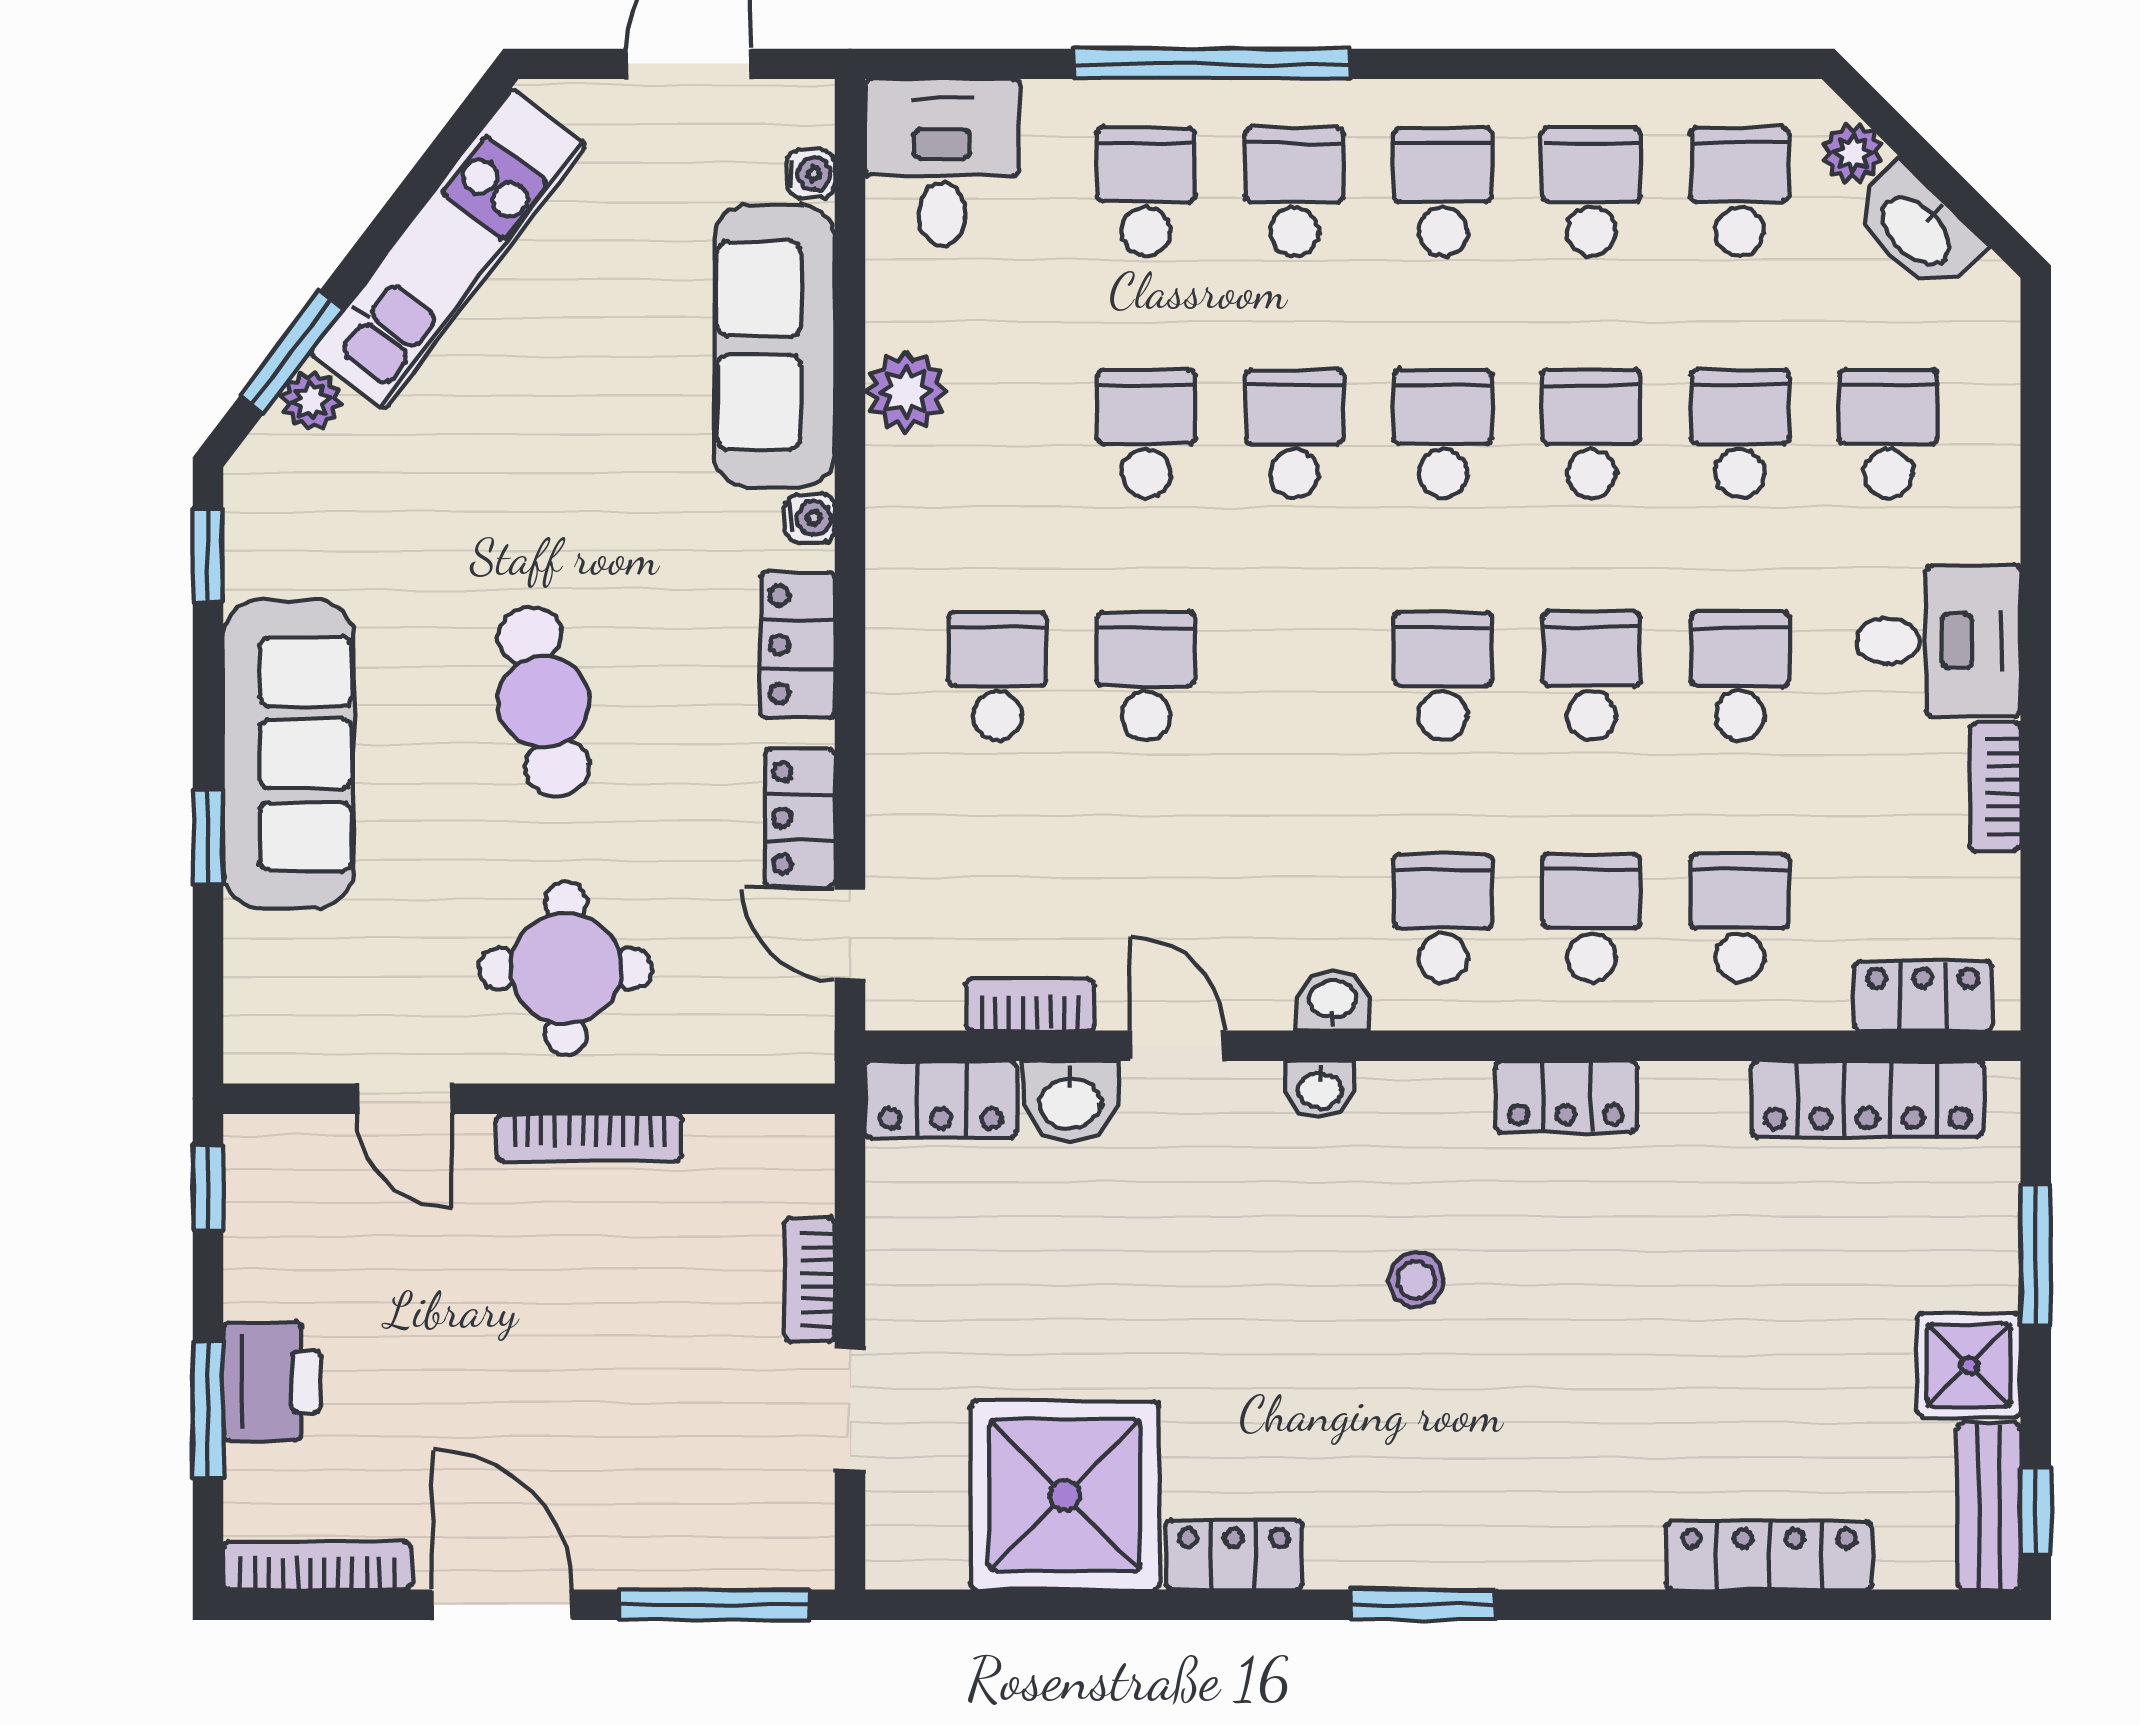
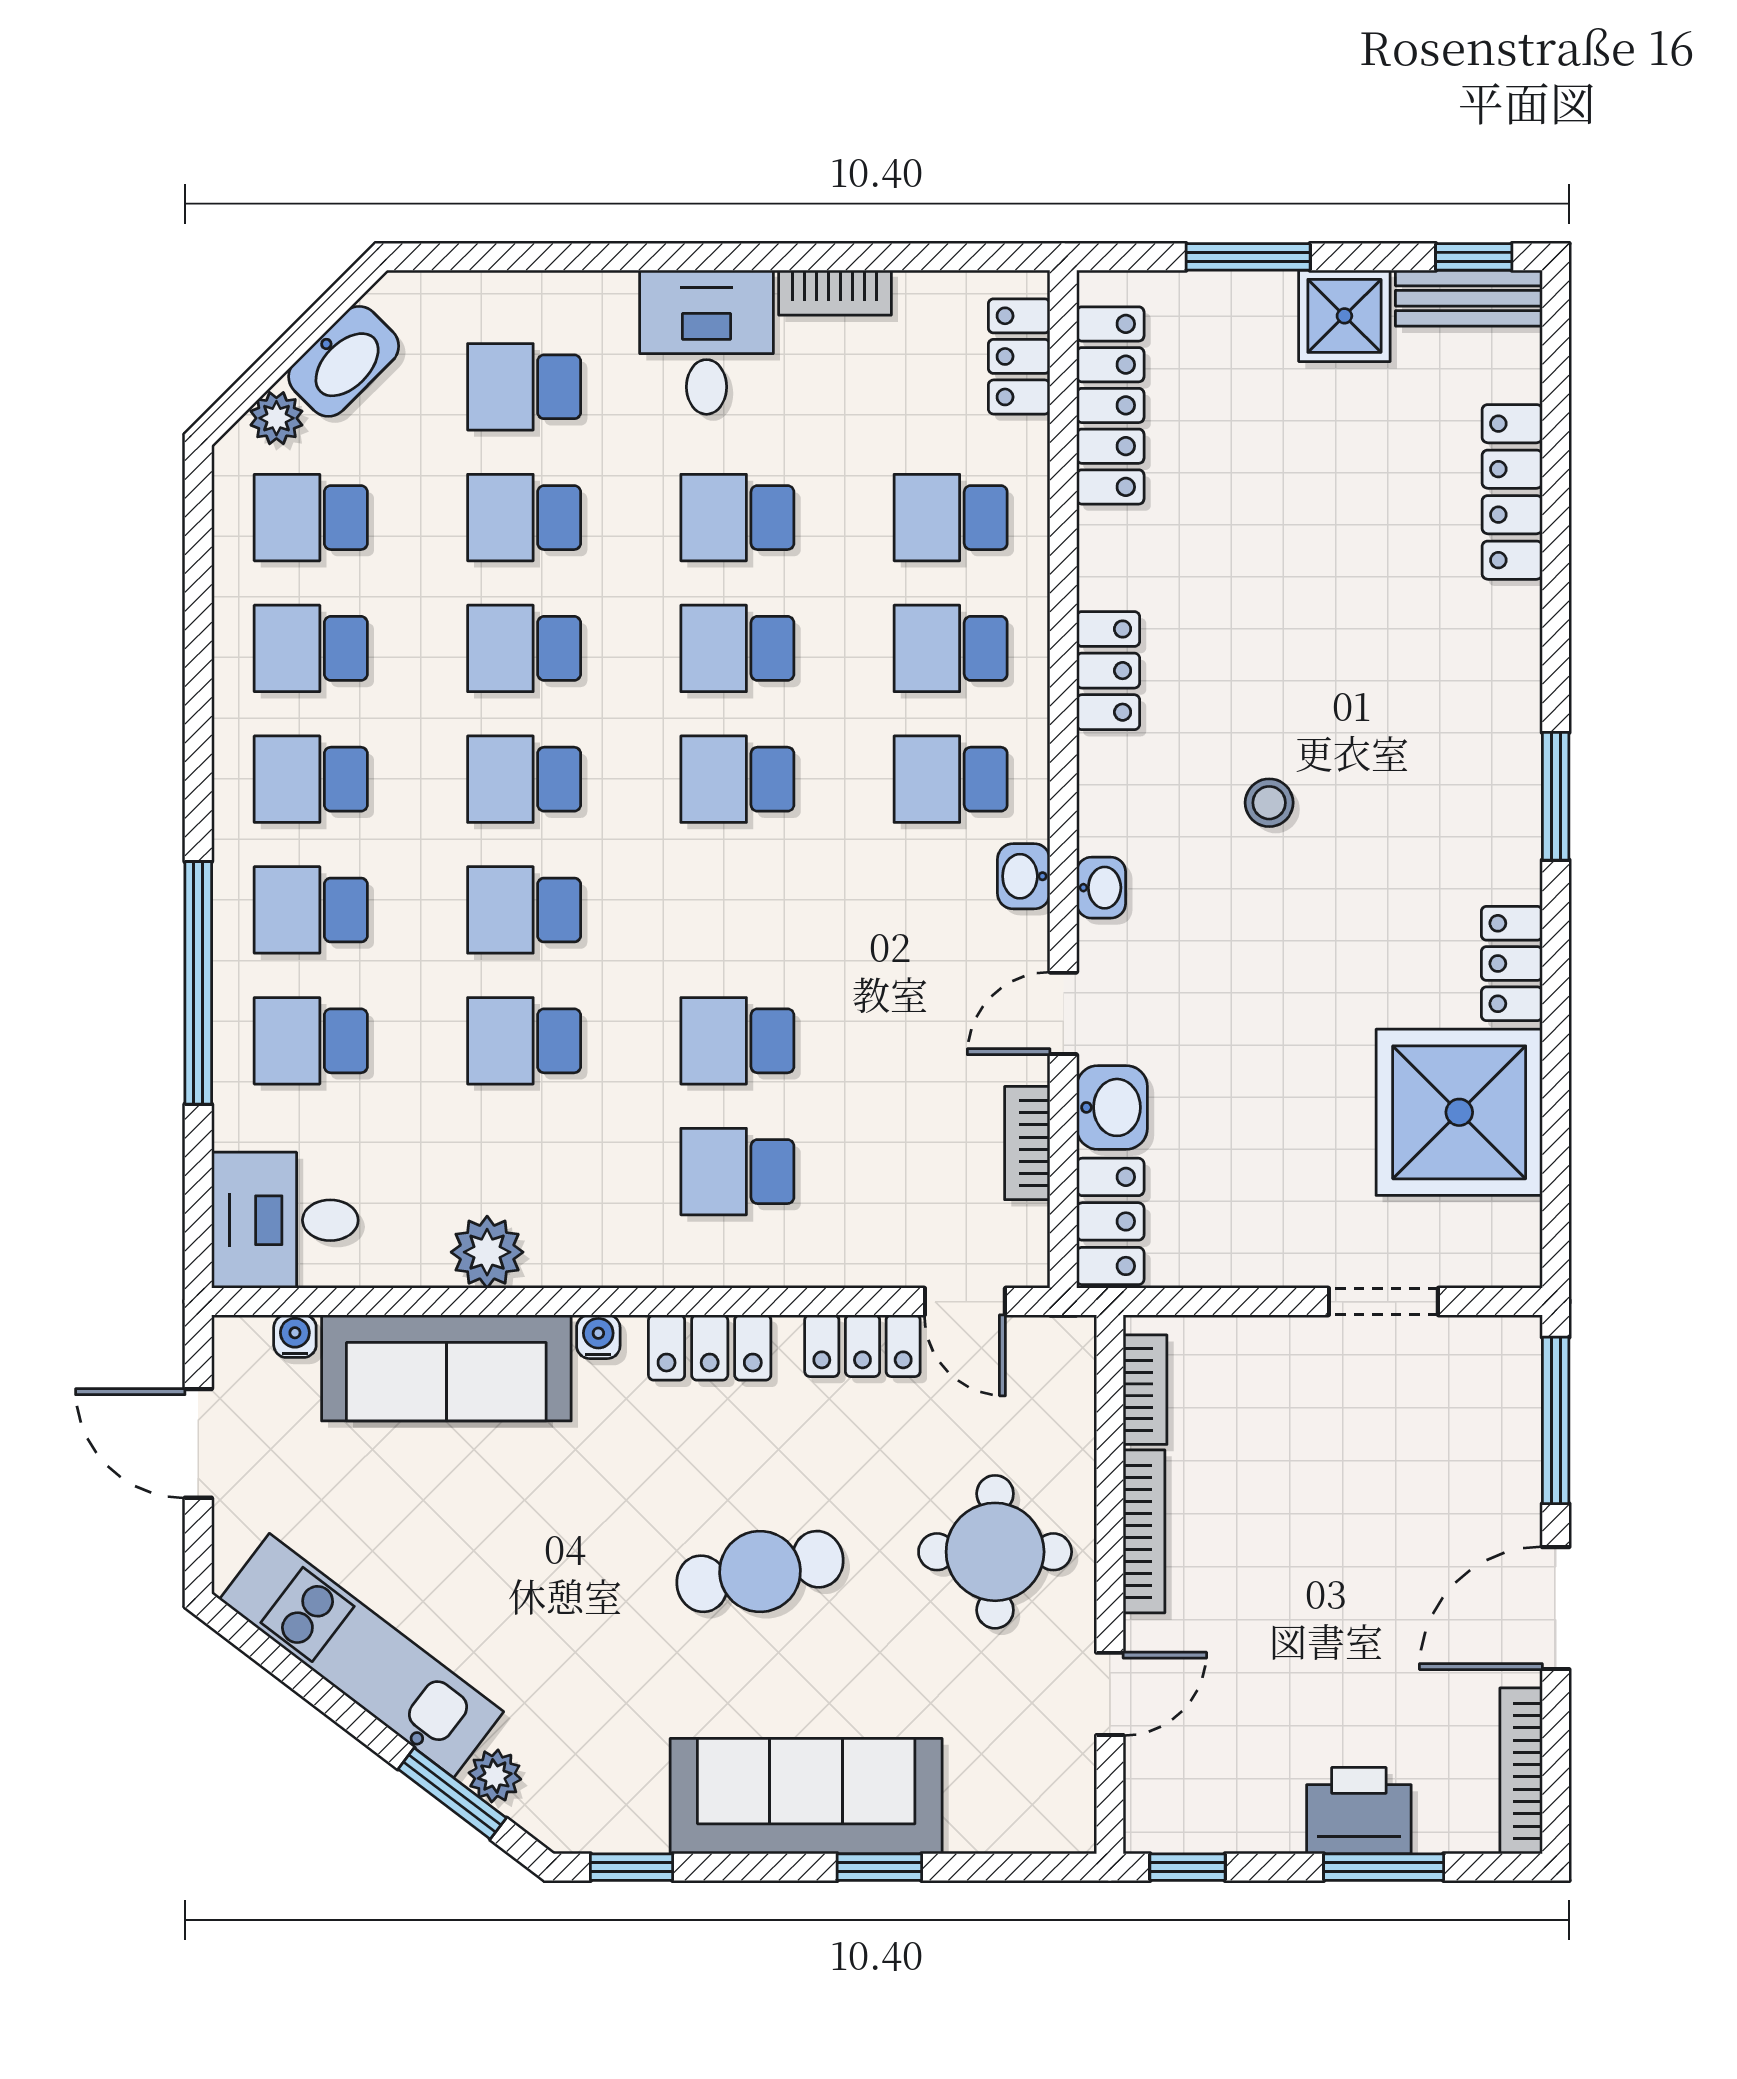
door: (850, 934) -> (965, 1302), hinge flipped
bookcase: (810, 1279) -> (1145, 1390), moved, turned -90

